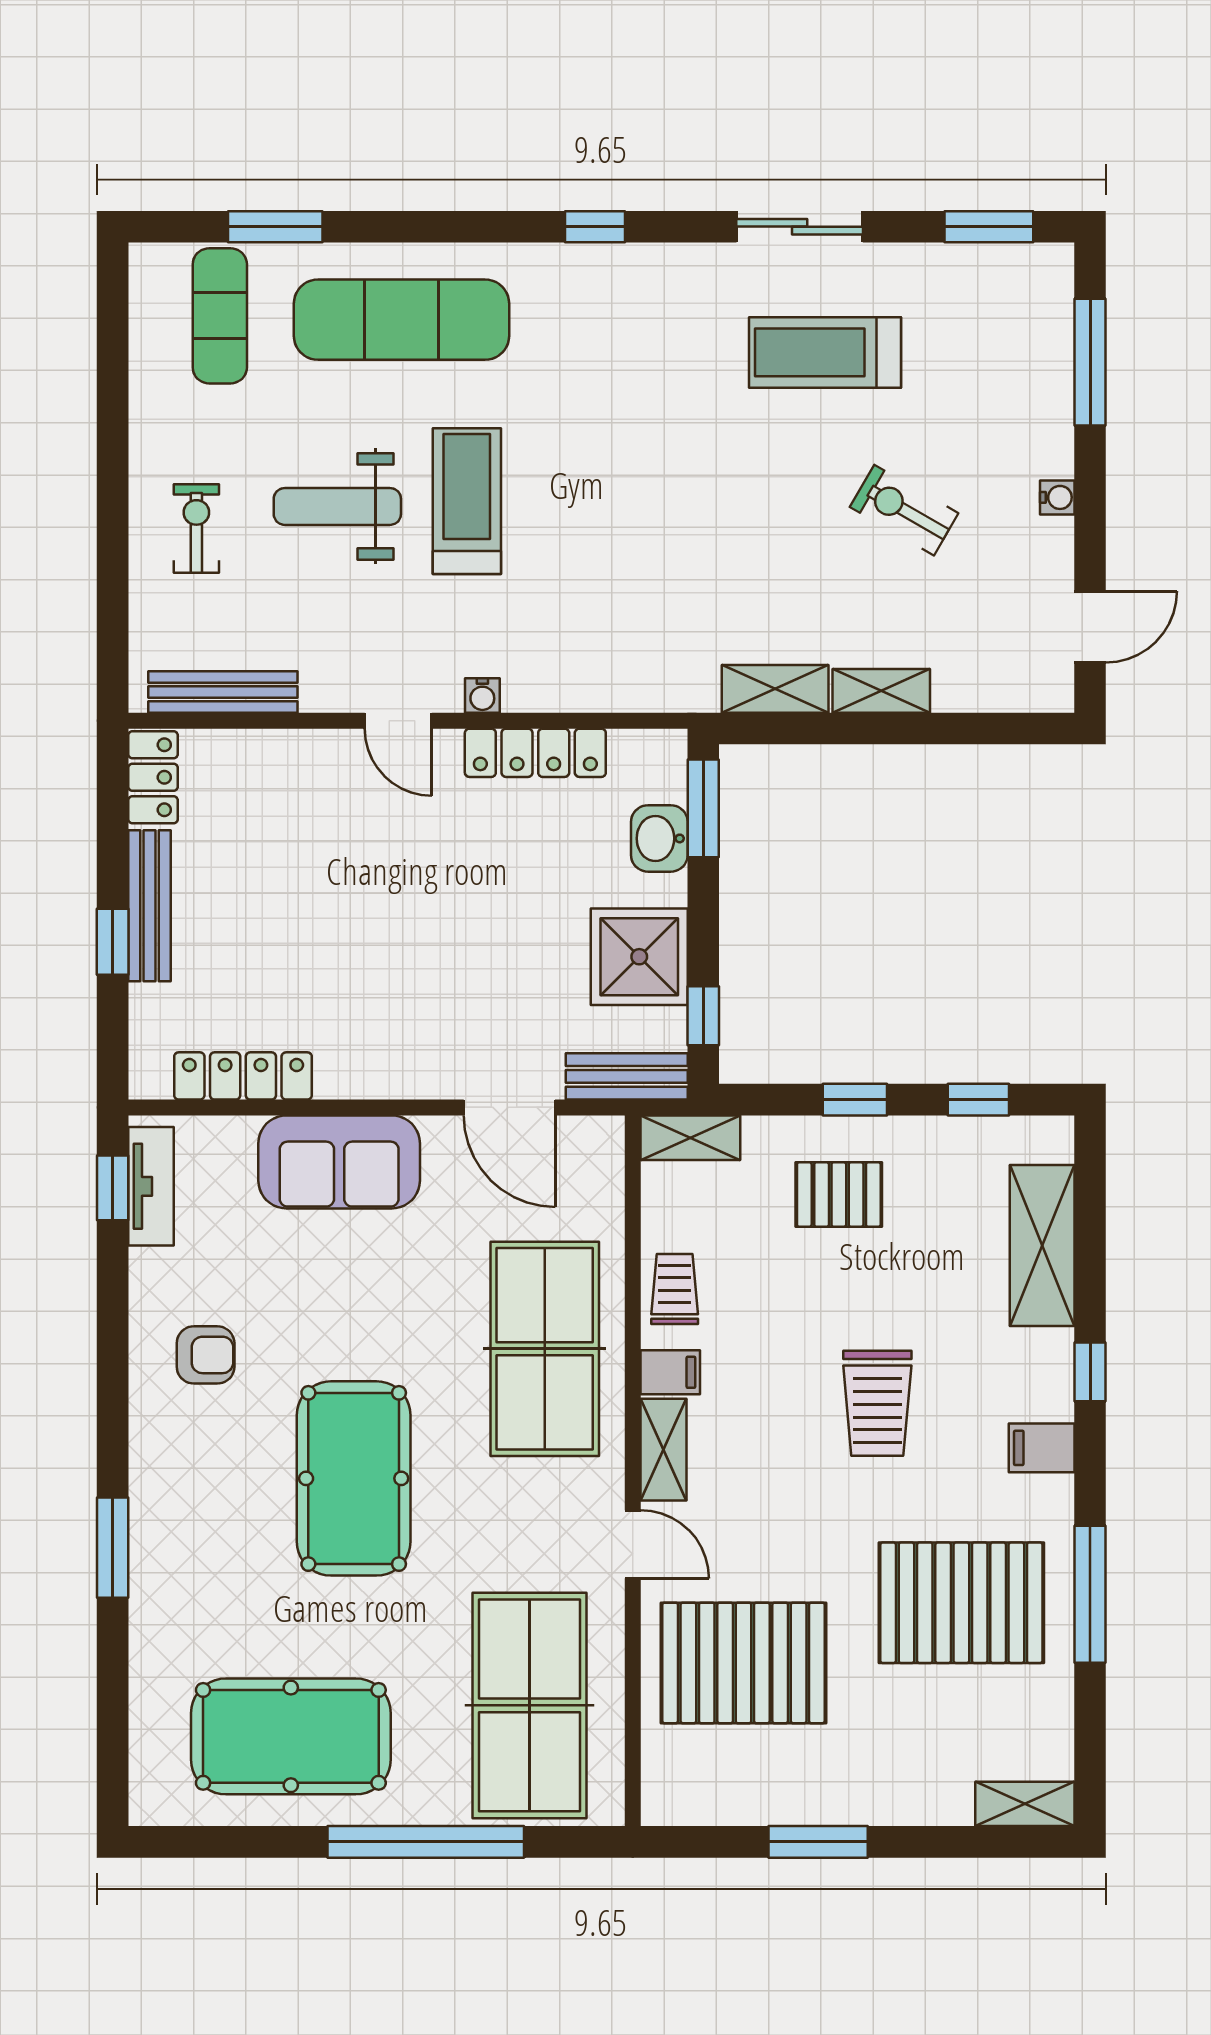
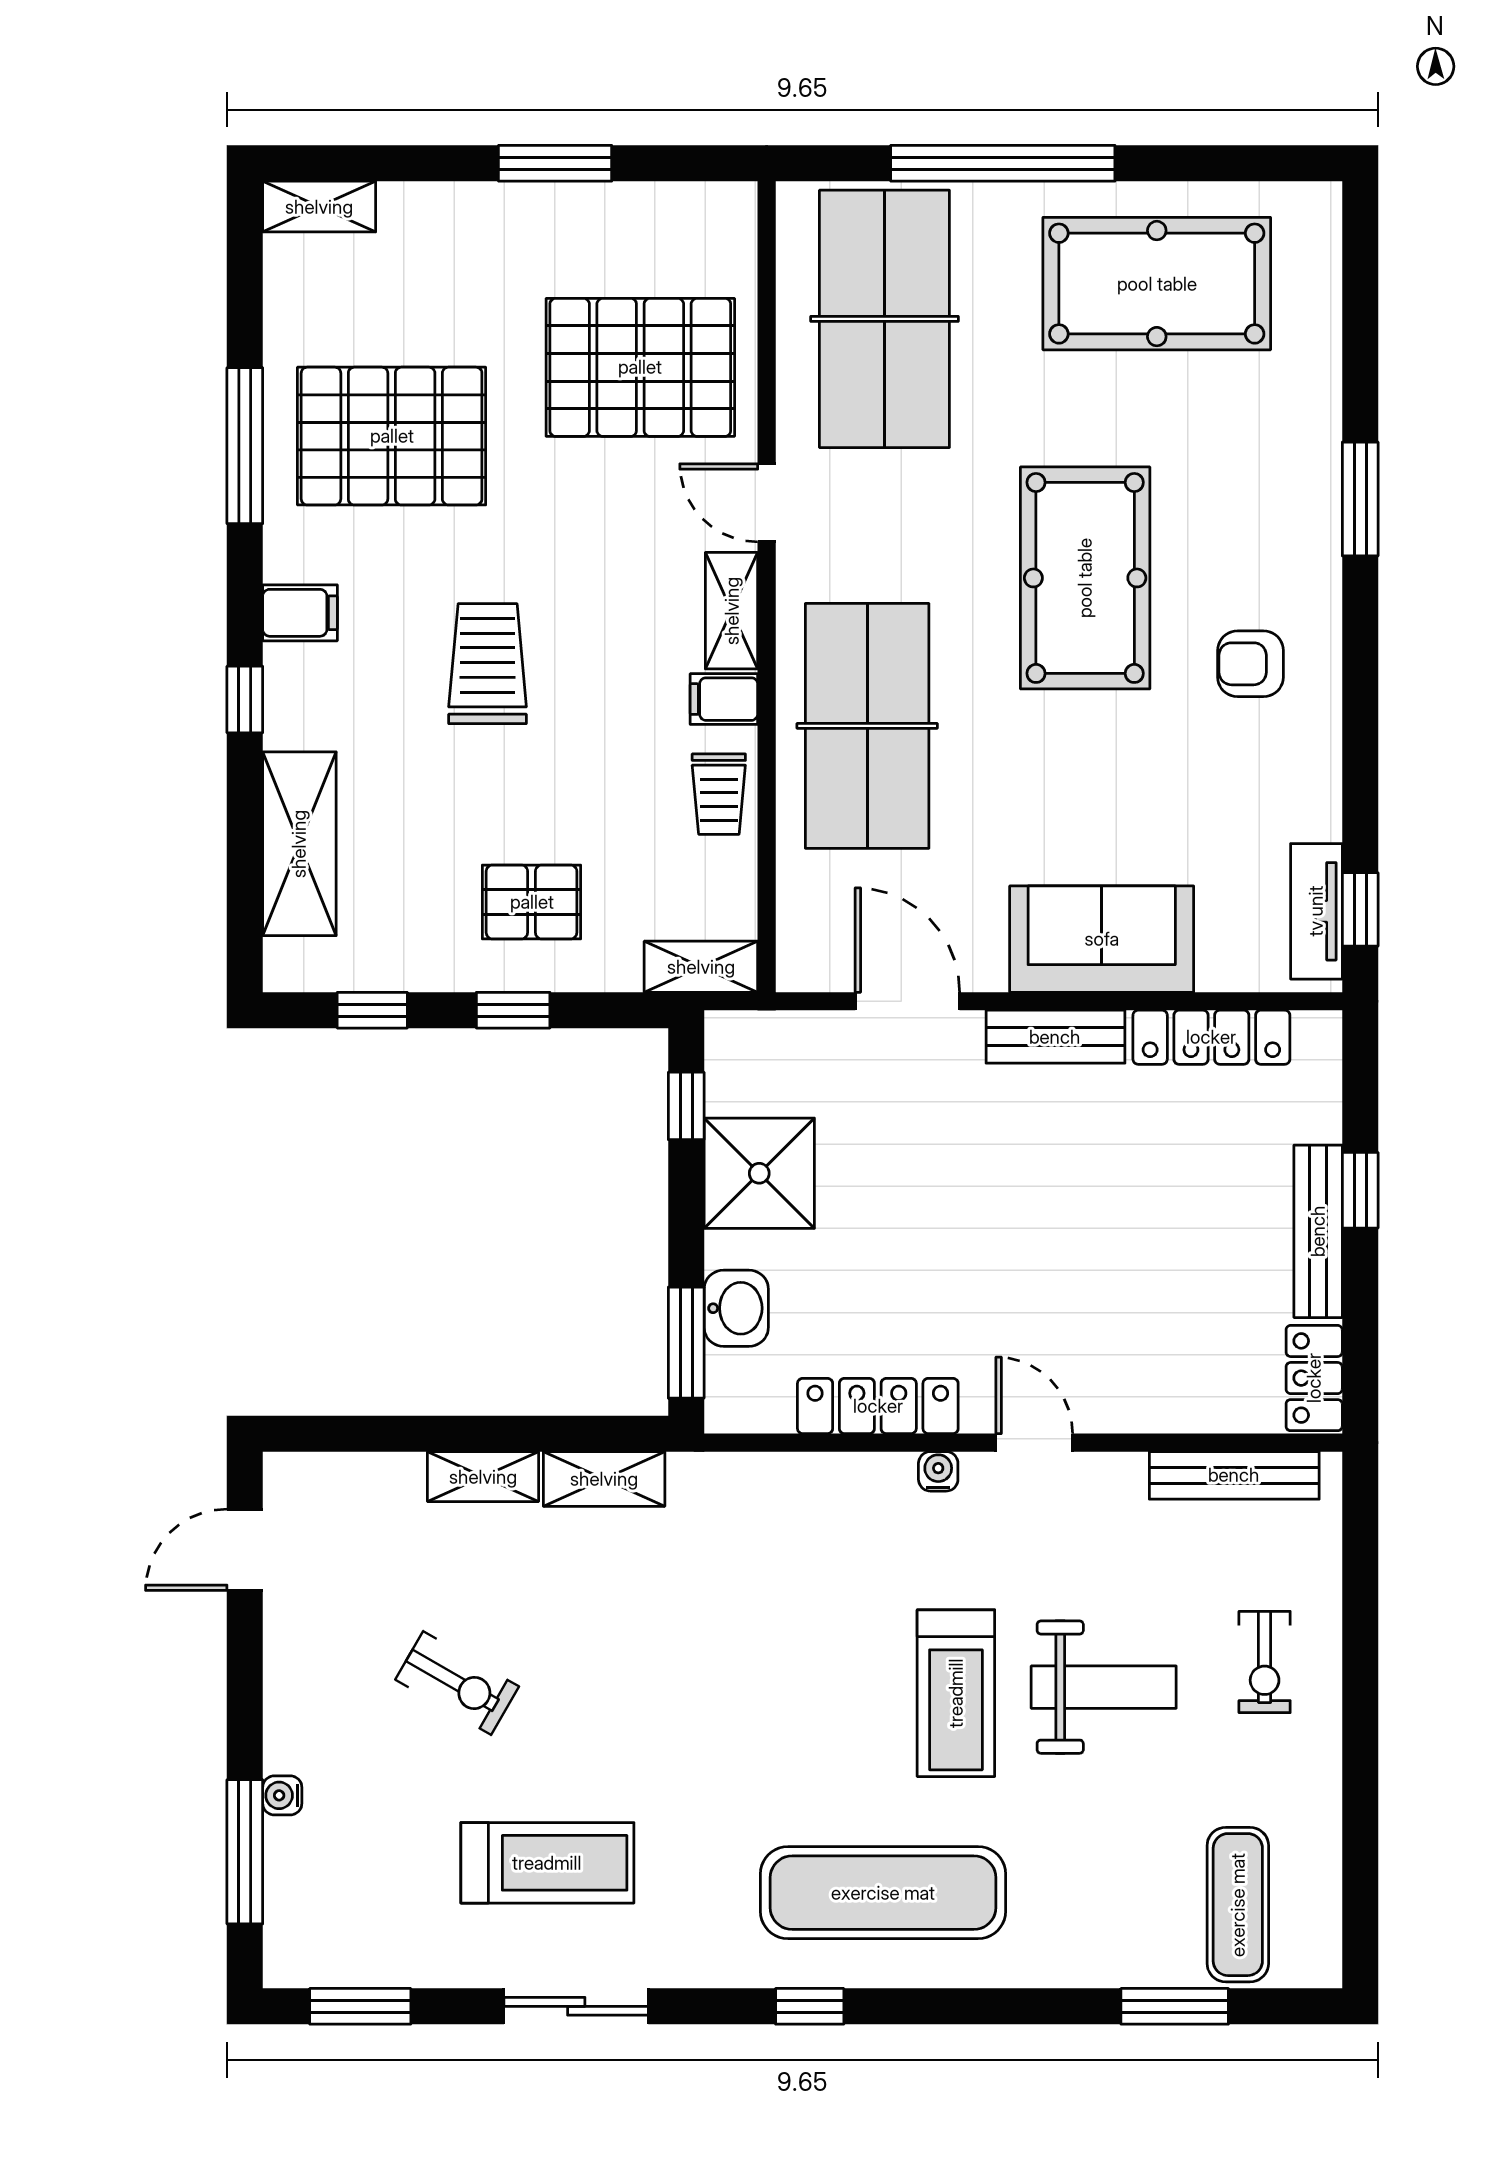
exercise mat: (402, 320) -> (883, 1893), moved
water cooler: (1057, 497) -> (282, 1795), moved
bench: (627, 1076) -> (1055, 1037), moved
armchair: (206, 1355) -> (1251, 664), moved

